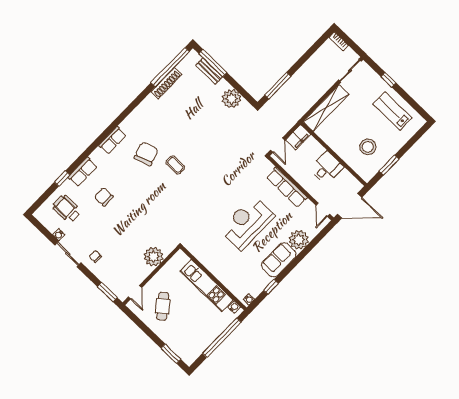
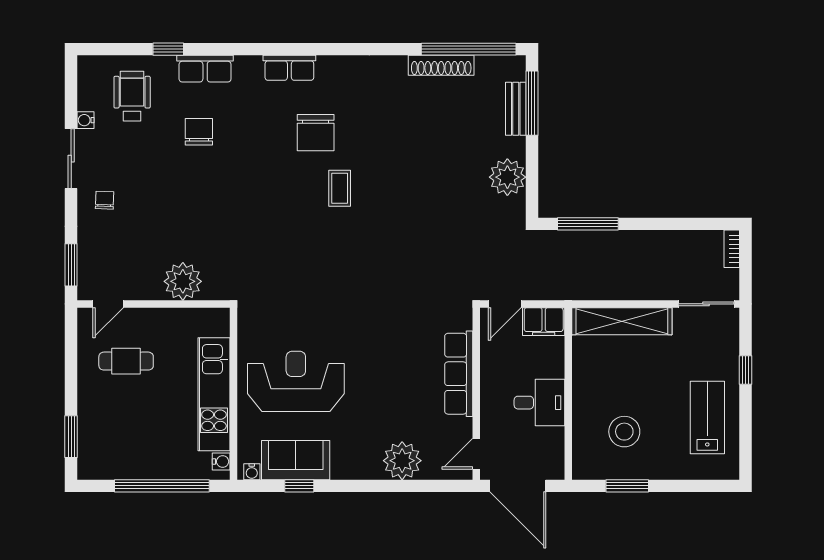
chair: (146, 154) -> (316, 133), turned 109
reception desk: (247, 223) -> (296, 381), moved
sofa: (279, 260) -> (296, 460), moved
cafe table: (163, 306) -> (126, 361), turned 39

